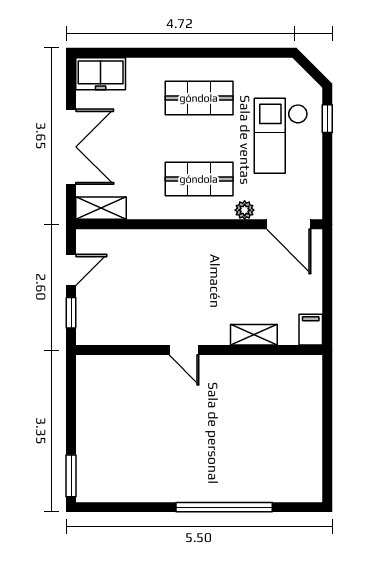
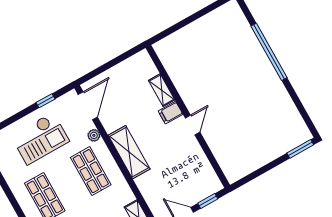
window: (327, 119) -> (45, 101), moved
shelving: (196, 245) -> (129, 152), added
filing cabinet: (311, 330) -> (171, 113), moved

